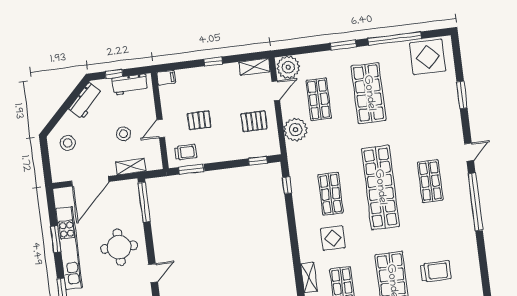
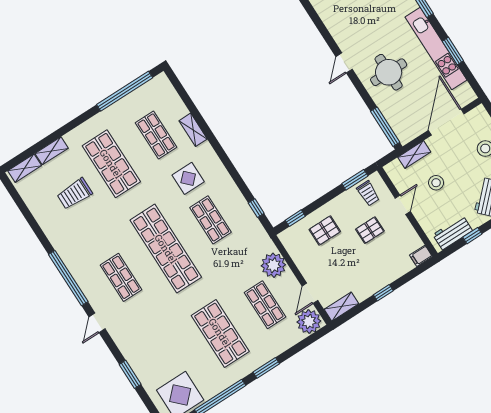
pallet: (254, 121) -> (325, 230), moved
trolley: (186, 152) -> (368, 193), turned -90

